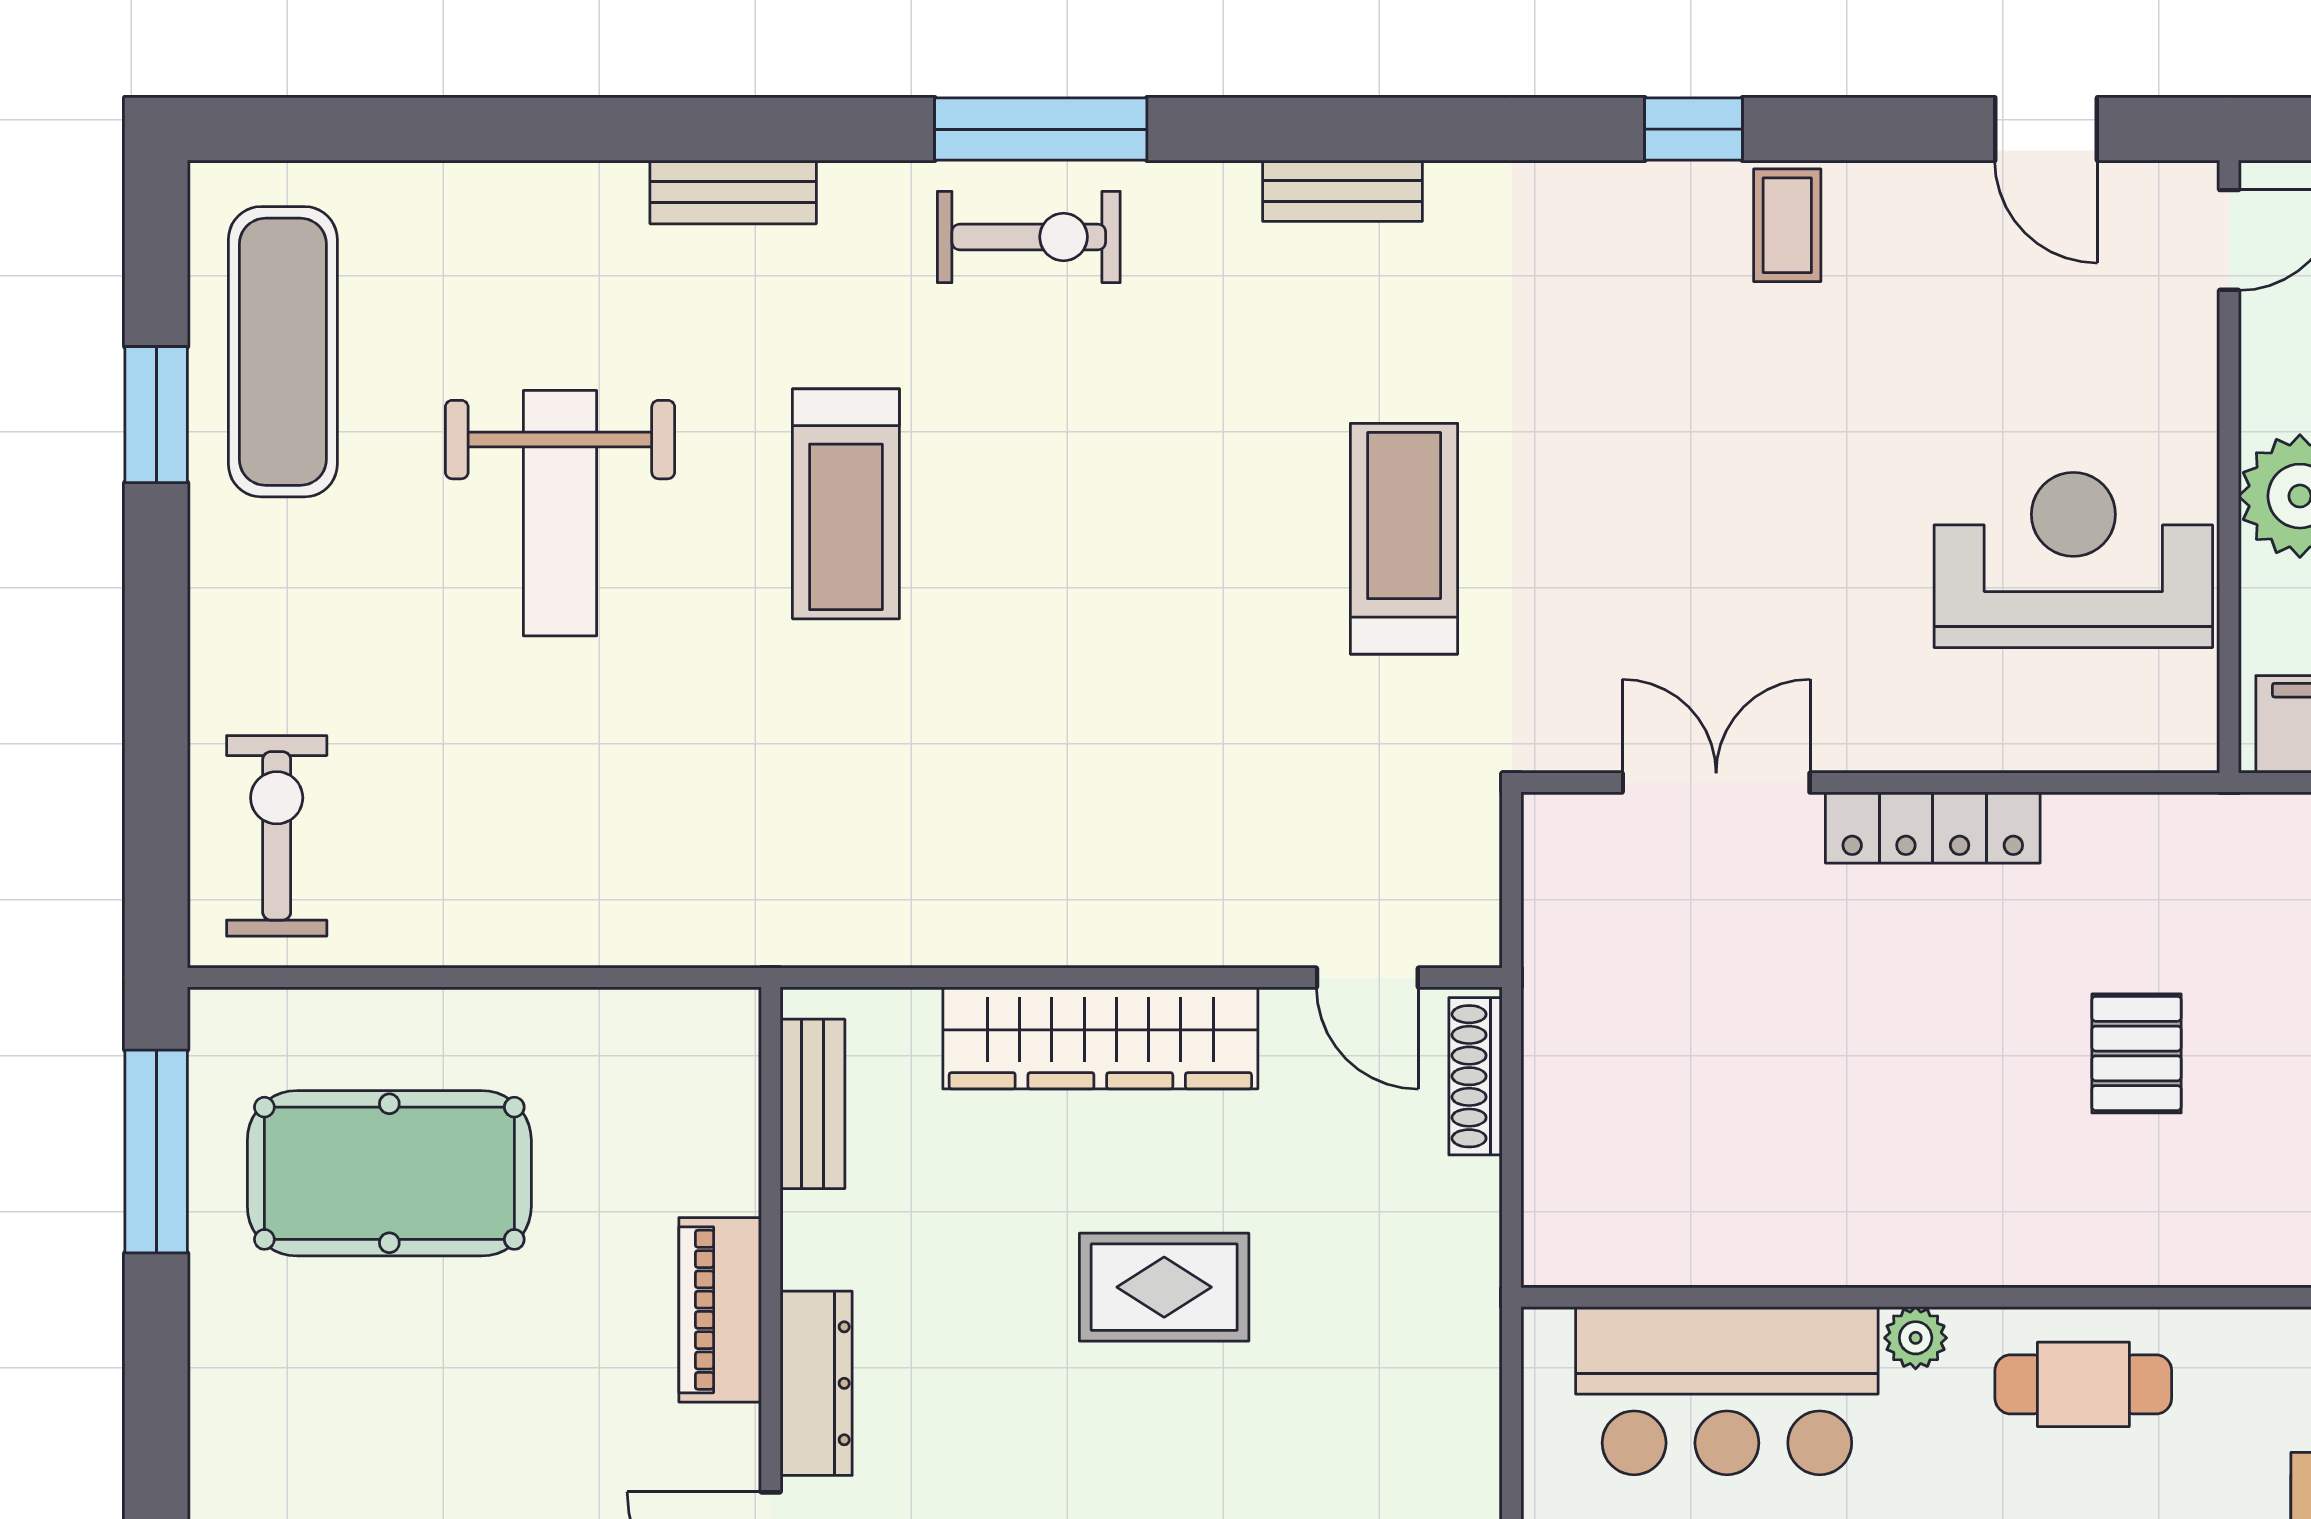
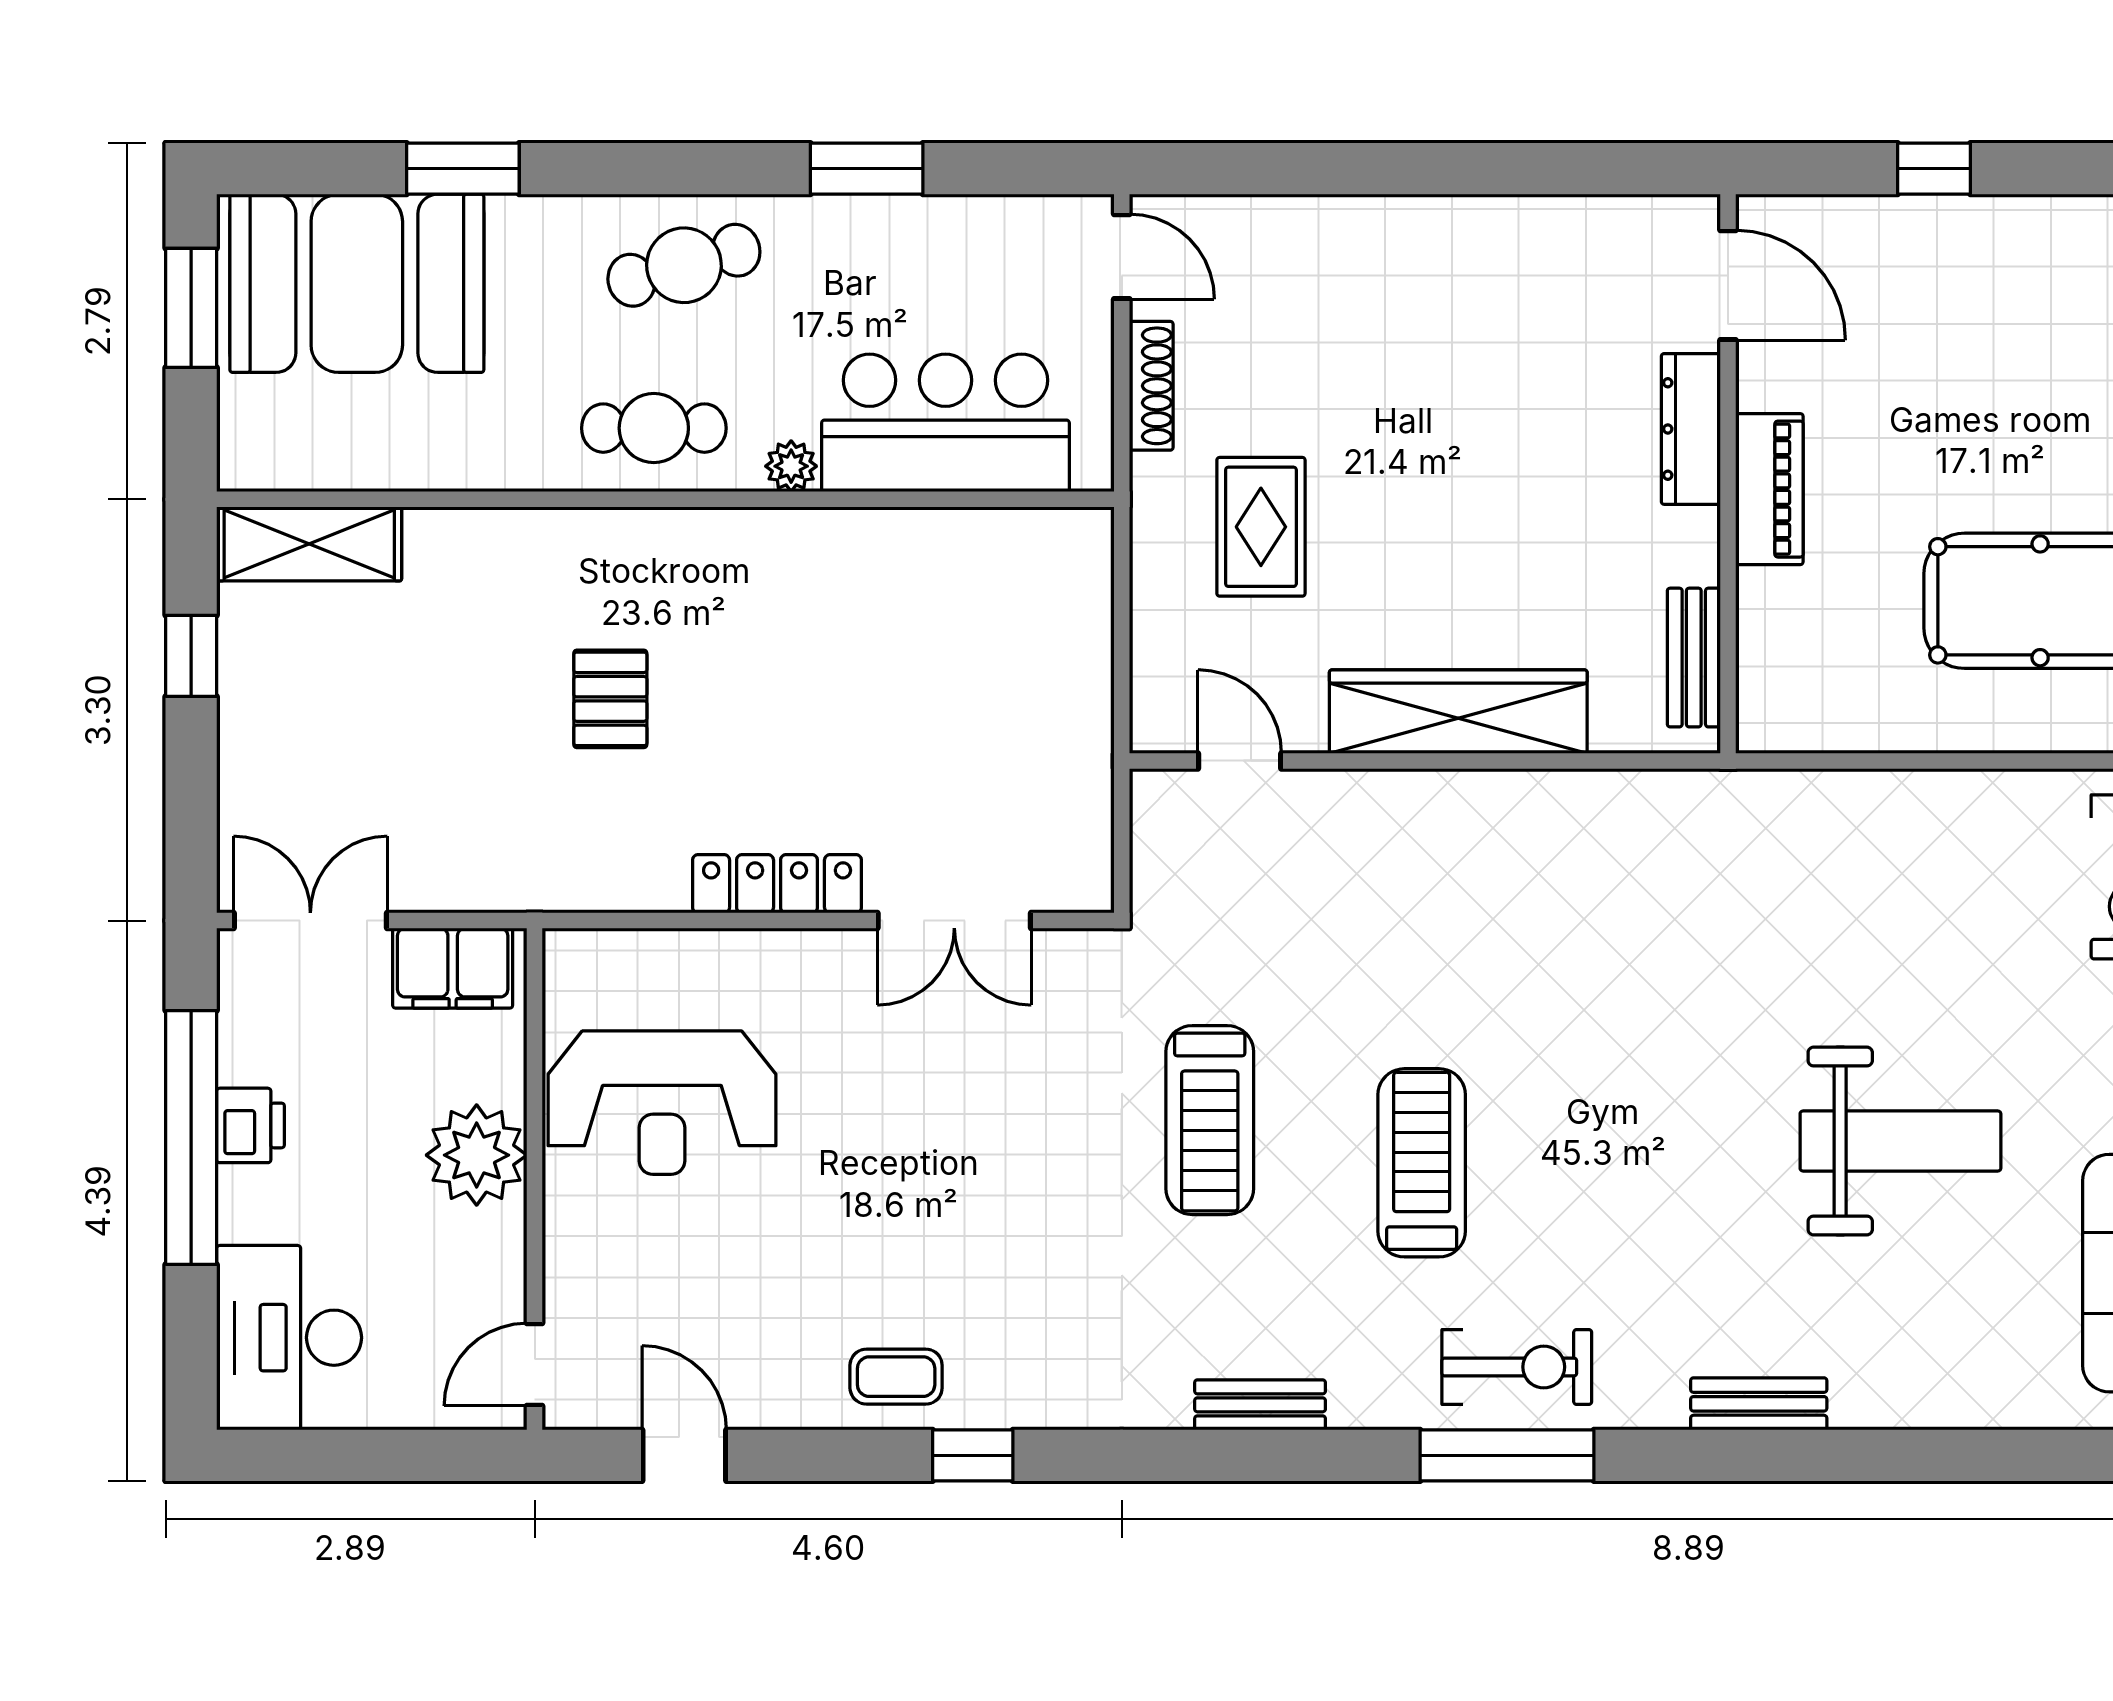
coffee table: (1787, 225) -> (896, 1377), turned 90
exercise bike: (1029, 237) -> (1517, 1367), turned 180
treadmill: (846, 504) -> (1422, 1163), moved
weight bench: (560, 513) -> (1900, 1141), turned 90
shoe rack: (1475, 1076) -> (1151, 386), moved
rug: (1164, 1287) -> (1261, 527), moved, turned 90

